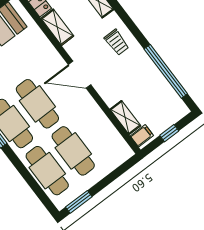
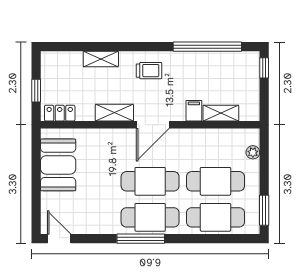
shelving: (57, 27) -> (114, 113), moved
window: (169, 133) -> (264, 68), moved
filing cabinet: (142, 136) -> (194, 111), moved
plant: (115, 162) -> (253, 152), added

